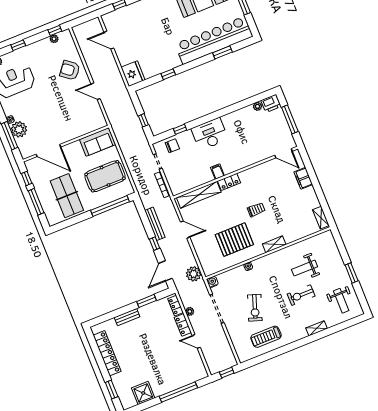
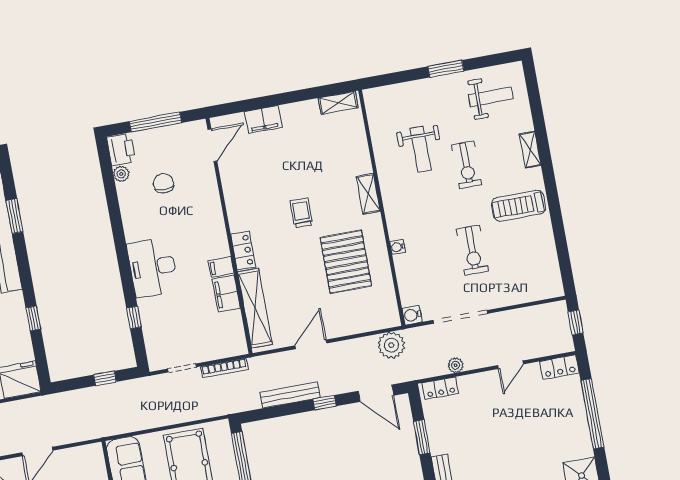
chair: (172, 146) -> (163, 183), moved
filing cabinet: (203, 177) -> (226, 294), added
exercise bike: (255, 308) -> (472, 250), turned 71
locker: (183, 325) -> (559, 367), moved
treadmill: (266, 337) -> (519, 206), moved, turned 90

